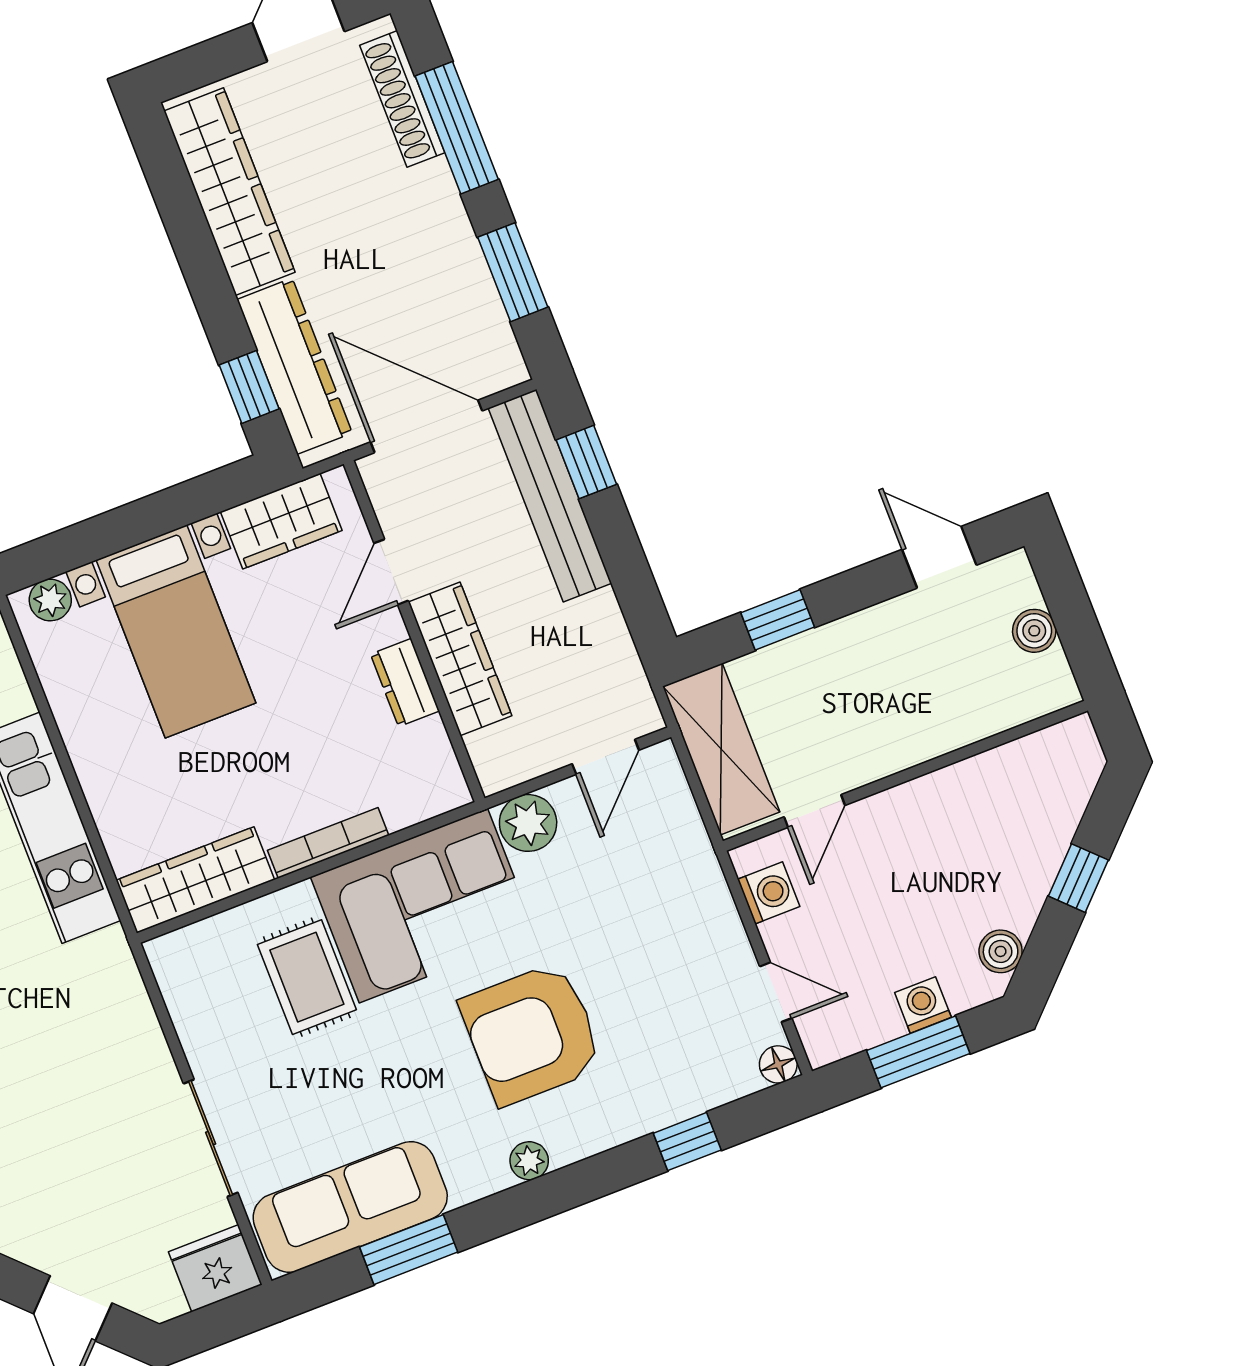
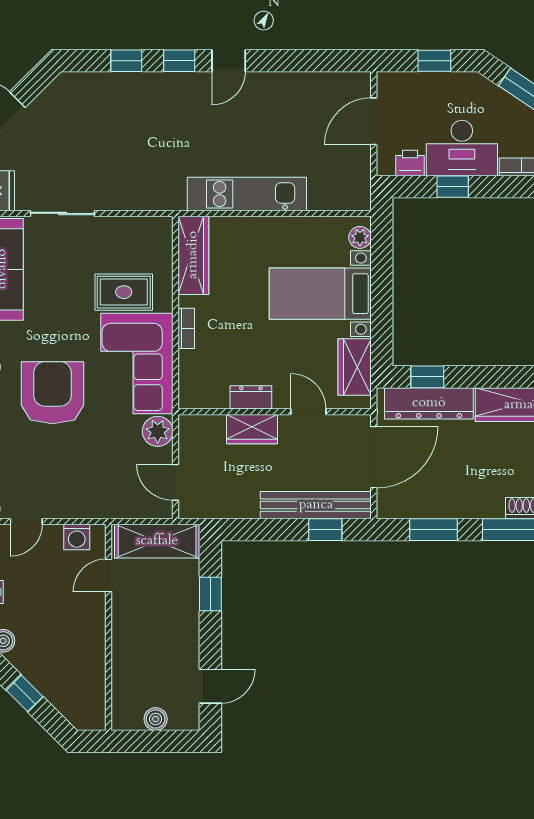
wardrobe: (460, 659) -> (252, 429), width x0.67
door: (814, 811) -> (109, 576), hinge flipped
bookcase: (328, 843) -> (186, 328), width x0.64

